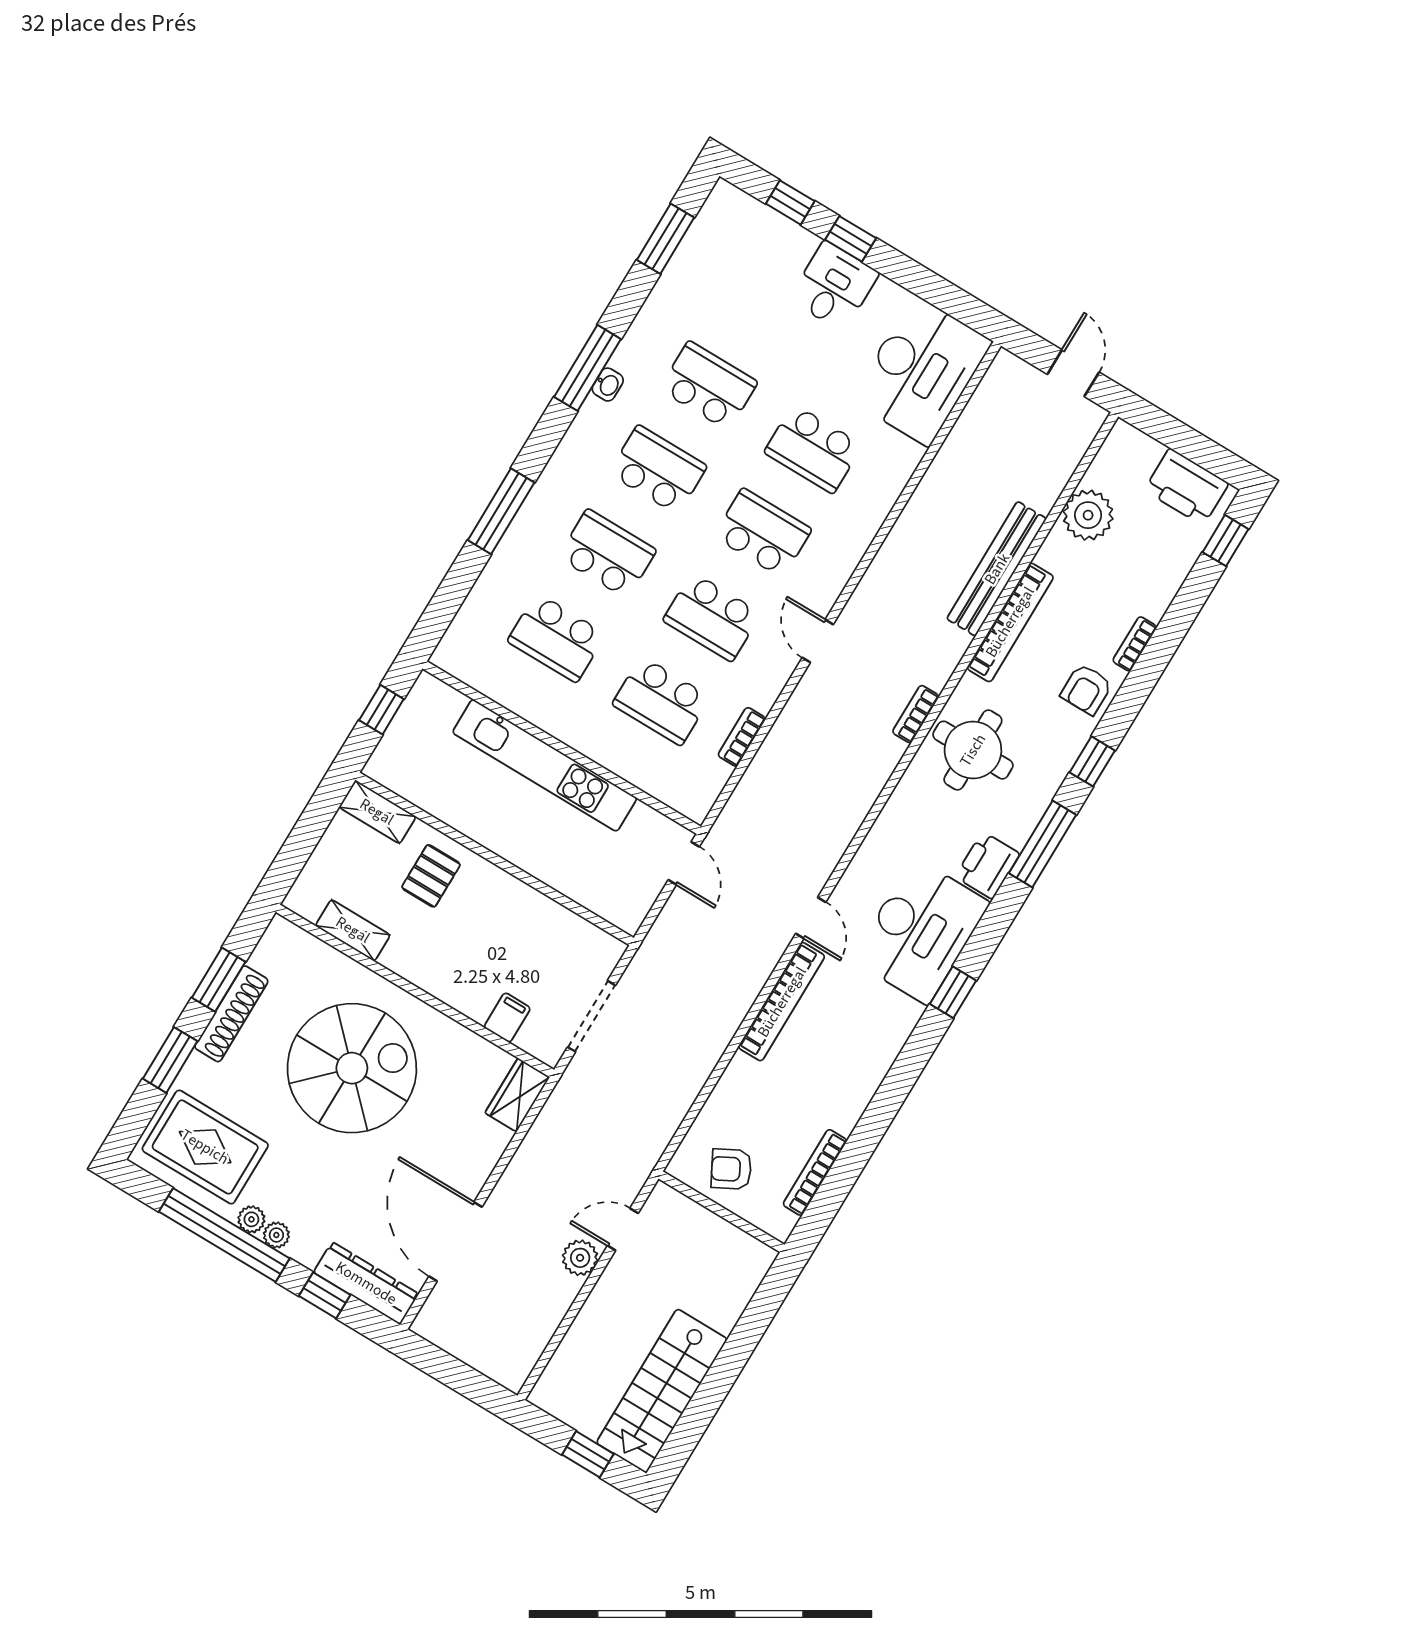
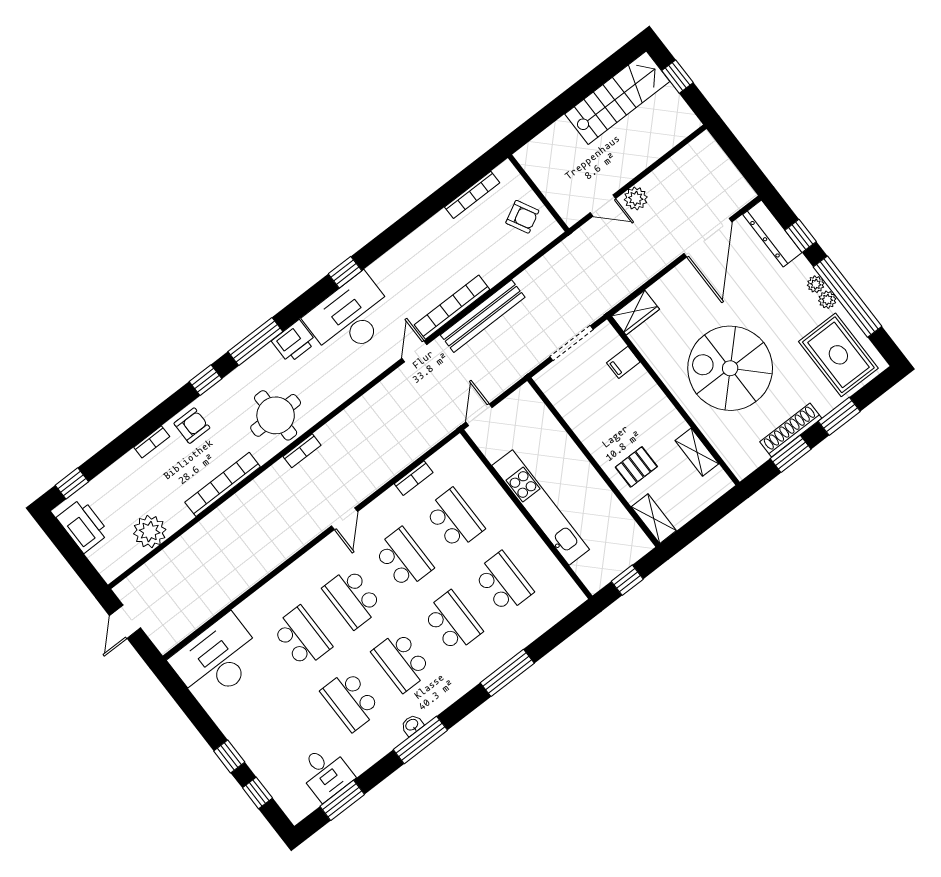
desk: (834, 286) -> (325, 773), moved, turned -90
school desk: (607, 554) -> (452, 622), turned 180
bench: (997, 569) -> (483, 316), moved

